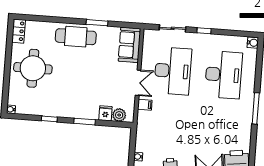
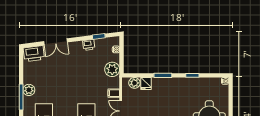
plant: (246, 116) -> (29, 90), added
plant: (145, 133) -> (112, 69), added

